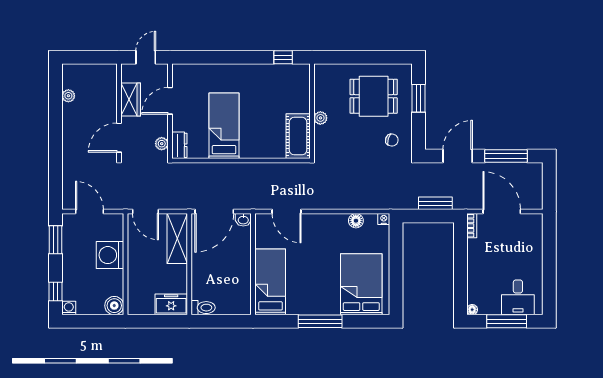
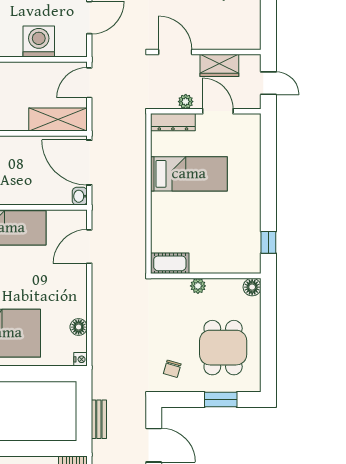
floor lamp: (322, 71) -> (252, 287), added
cot: (298, 136) -> (170, 263), width x0.73, depth x0.75
plant: (162, 144) -> (186, 102), moved
dresser: (179, 145) -> (173, 122), width x1.44

